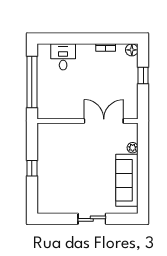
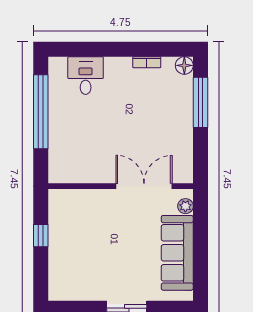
window: (143, 76) -> (201, 102), width x2.17
wall: (87, 121) -> (121, 186), moved
double door: (104, 121) -> (144, 186), moved

